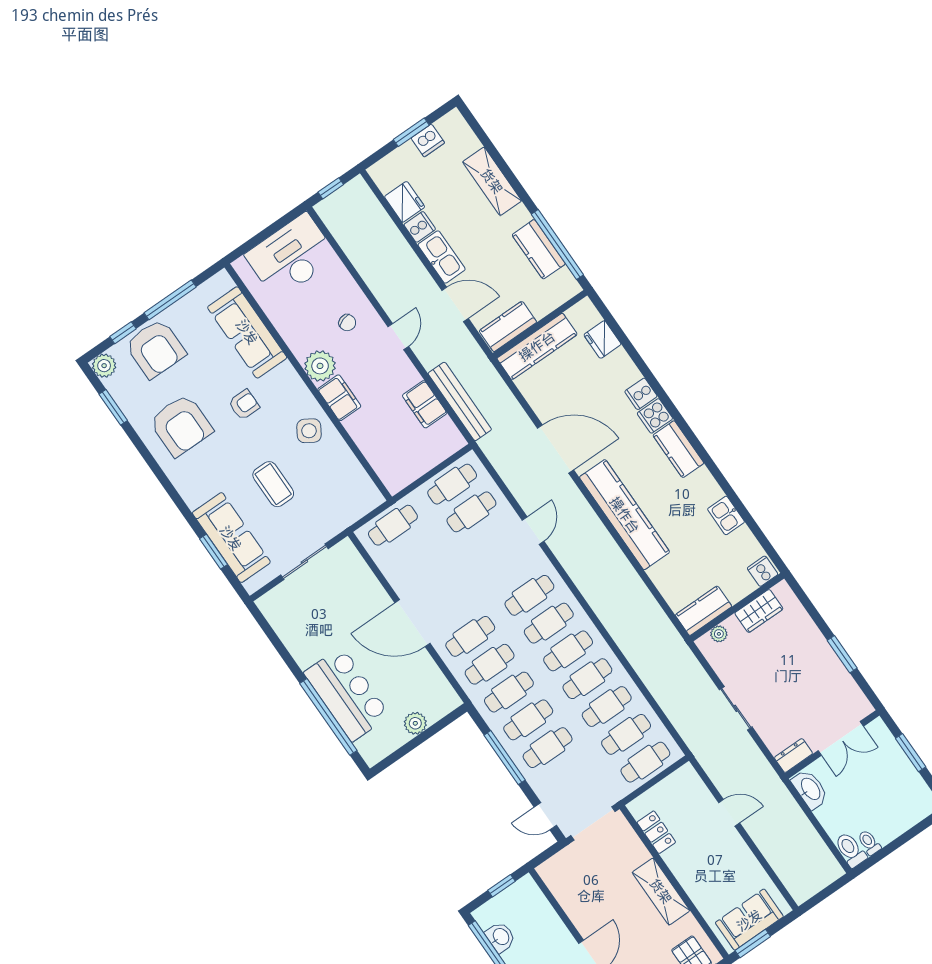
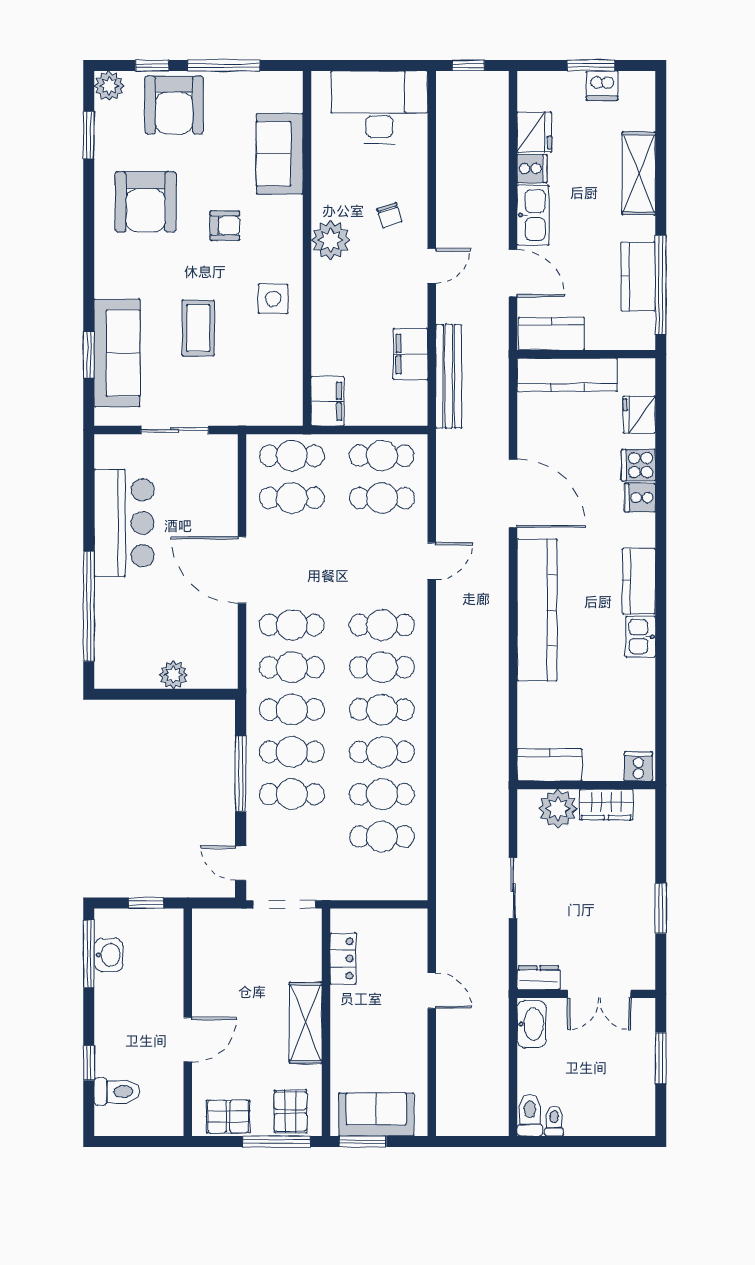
sofa: (247, 332) -> (280, 154), width x0.73
filing cabinet: (339, 398) -> (328, 401), moved
cooker: (655, 416) -> (639, 465), moved
side table: (309, 431) -> (273, 299), turned -32
kitchen sink: (726, 515) -> (641, 637), moved
plant: (719, 634) -> (558, 809), width x1.88, depth x1.88
bar counter: (347, 694) -> (124, 523), moved
cafe table: (645, 762) -> (292, 498), moved

